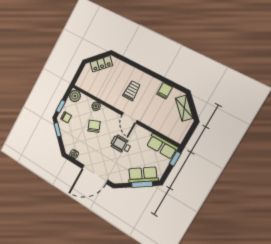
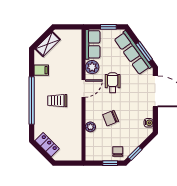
window: (144, 69) -> (32, 101), added
plant: (75, 96) -> (92, 67), moved
wheelchair: (121, 144) -> (113, 83), turned 180
window: (175, 159) -> (108, 27), moved
row of seats: (143, 175) -> (133, 53), width x1.48
window: (142, 184) -> (144, 52), moved

